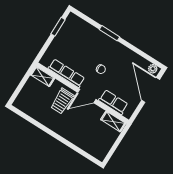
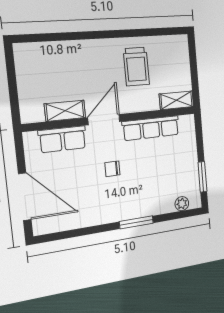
plant: (153, 69) -> (182, 204), moved
trolley: (62, 101) -> (136, 67), moved, turned 180
shelving: (113, 121) -> (65, 111), moved

